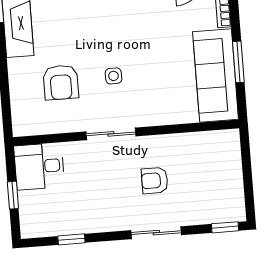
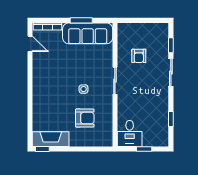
sliding door: (111, 134) -> (115, 81), moved
armchair: (155, 181) -> (139, 56), moved
window: (225, 227) -> (171, 45), moved

